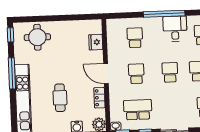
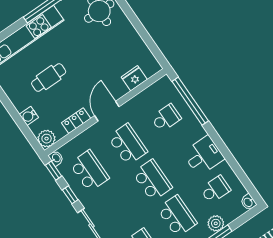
window: (164, 14) -> (190, 101), moved
school desk: (170, 72) -> (152, 180), width x1.85
school desk: (136, 74) -> (128, 144), width x1.85

